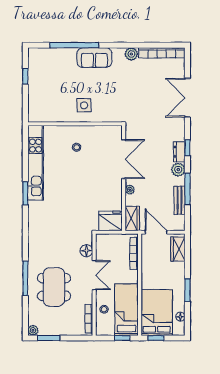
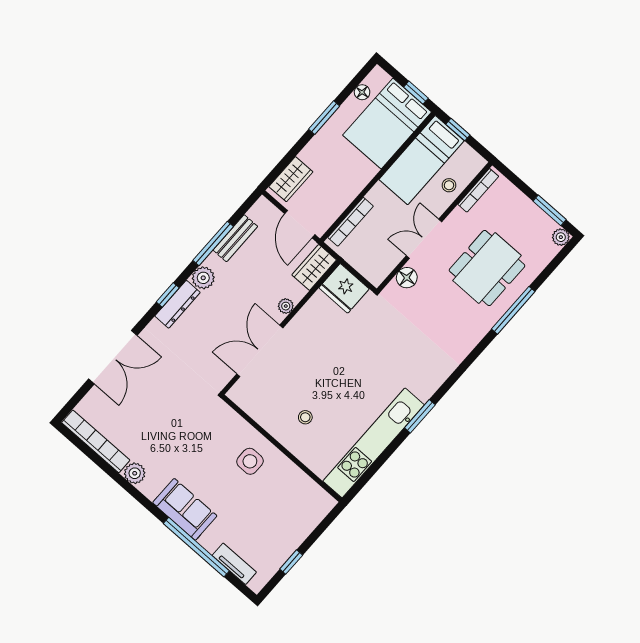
tv unit: (50, 53) -> (234, 564), added
dresser: (179, 152) -> (177, 304), width x1.44

